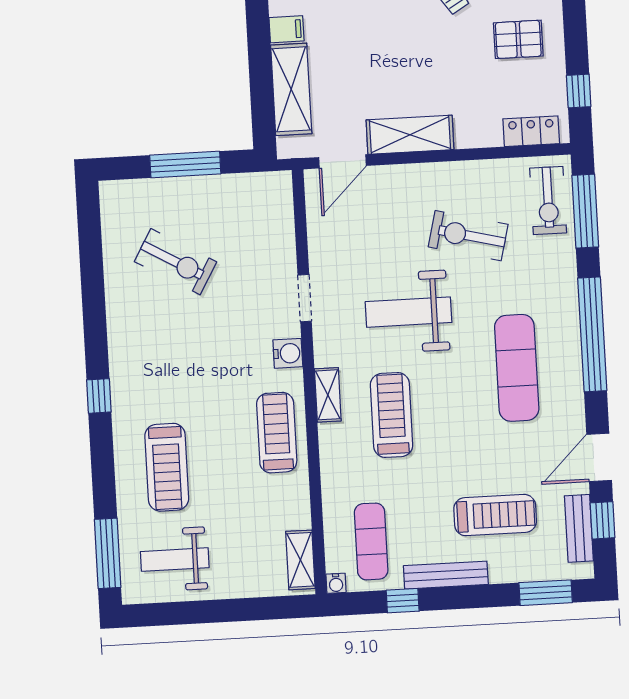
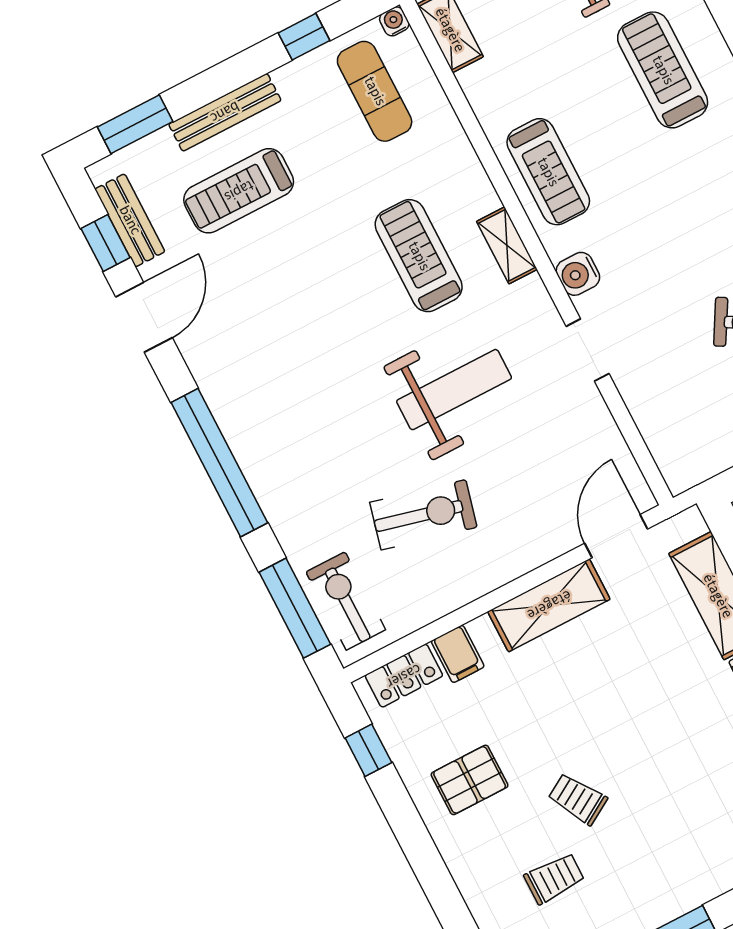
filing cabinet: (488, 130) -> (458, 654), added
exercise mat: (517, 368) -> (293, 381), removed
treadmill: (392, 415) -> (419, 256), turned 180
bench: (446, 575) -> (225, 112), moved

